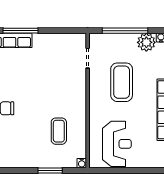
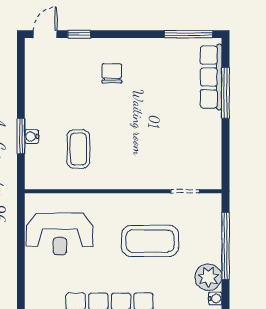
coffee table: (59, 131) -> (78, 149), turned 90
water cooler: (82, 163) -> (32, 136), moved

